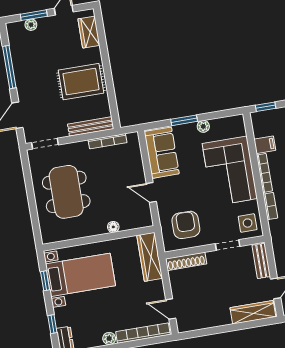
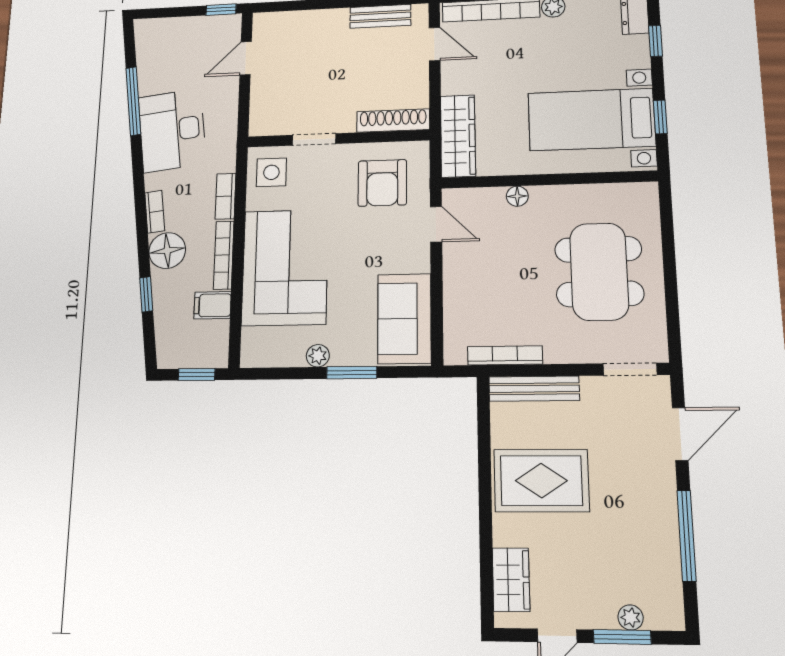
door: (151, 192) -> (436, 224), moved
bench: (261, 261) -> (380, 16), moved, turned 90
wardrobe: (253, 312) -> (292, 24), removed

